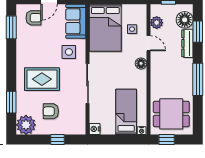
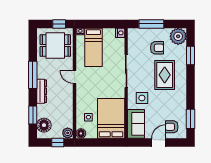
plant: (157, 23) -> (68, 133), moved
door: (148, 43) -> (75, 77), moved
dresser: (187, 43) -> (42, 91), moved
floor lamp: (141, 63) -> (81, 133), moved
rug: (42, 79) -> (165, 75), turned 90
window: (58, 139) -> (151, 24), width x2.17

